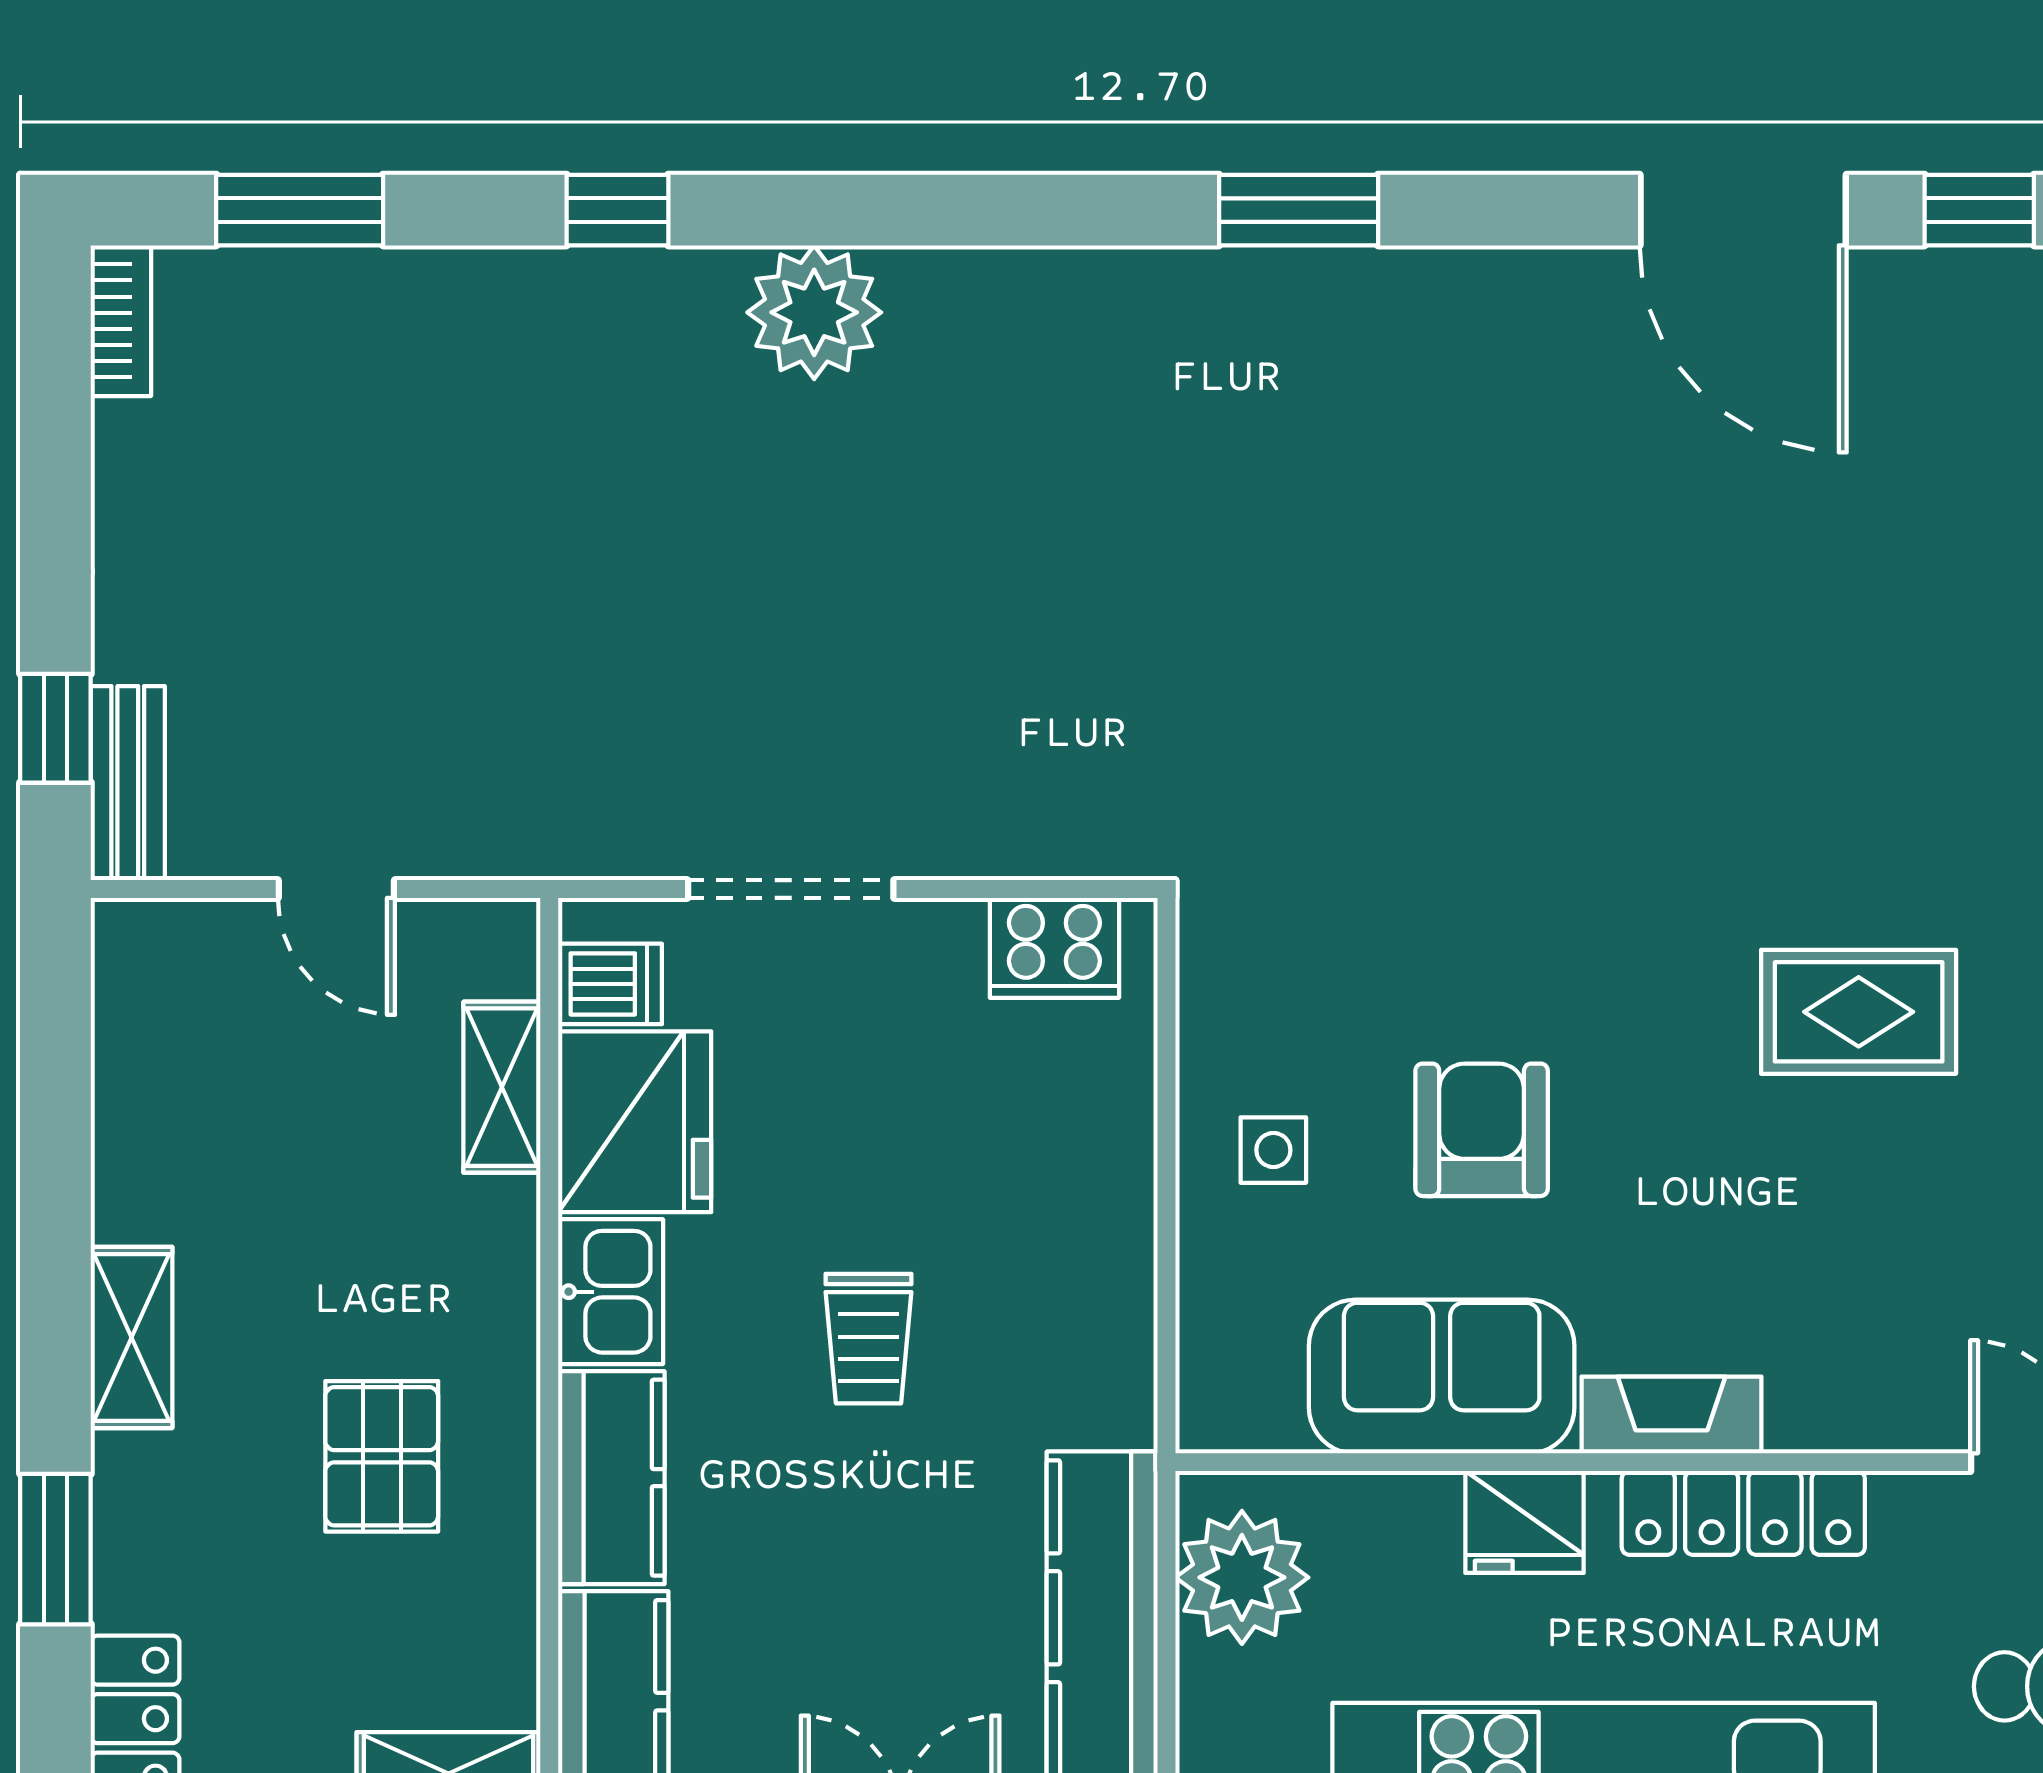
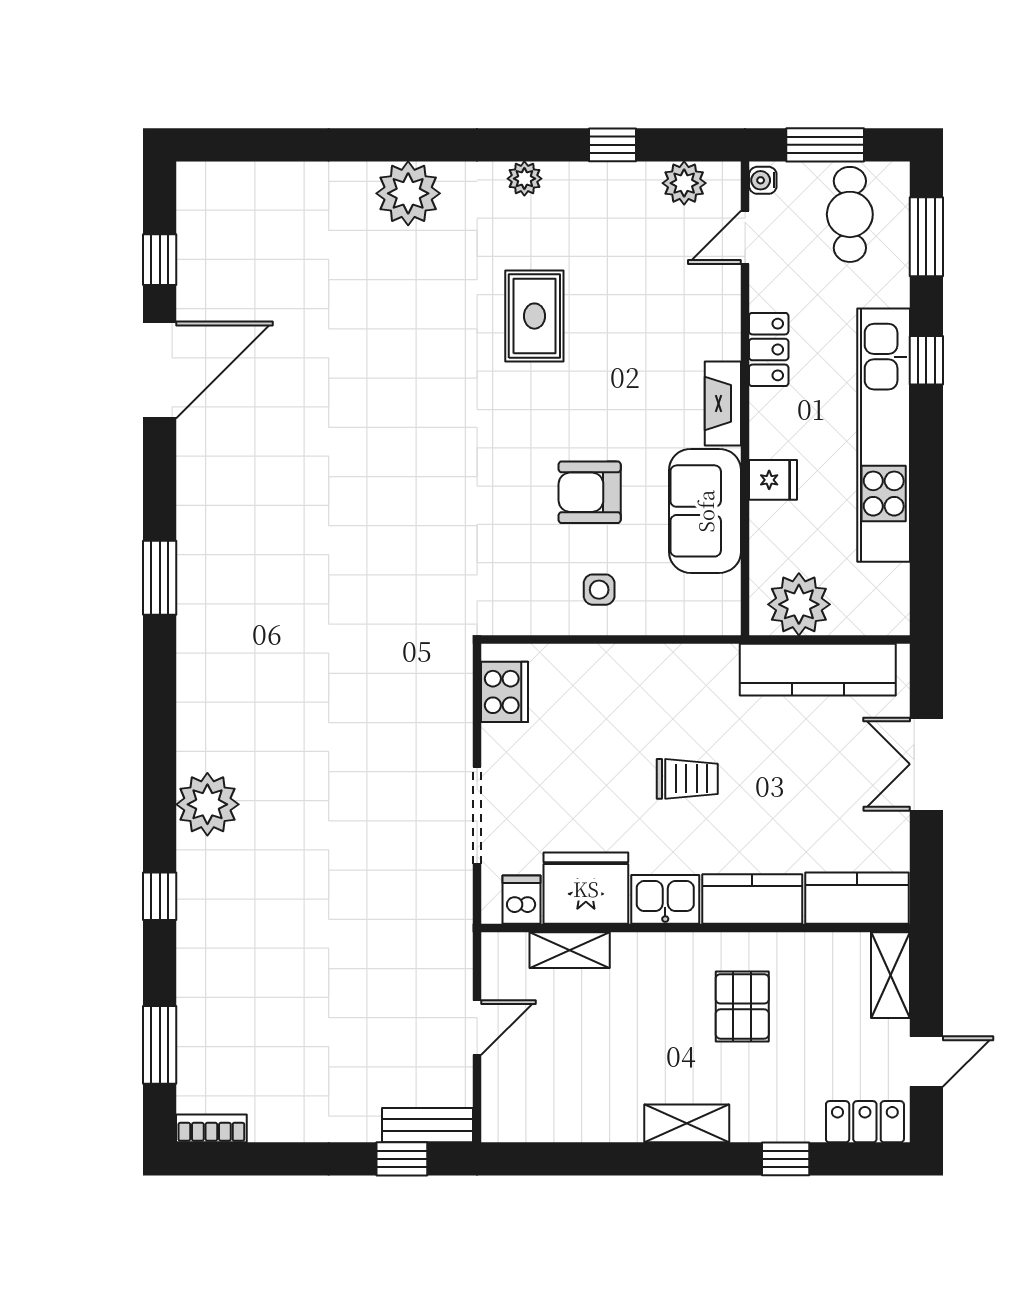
pallet: (382, 1456) -> (742, 1006), turned 90
locker: (1743, 1513) -> (769, 349), width x0.66
fridge: (1525, 1522) -> (773, 480), width x0.72
window: (55, 1549) -> (786, 1159), width x0.67

